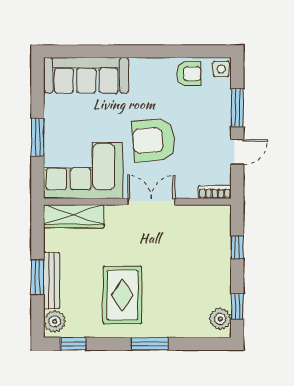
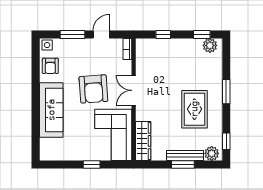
armchair: (189, 74) -> (50, 66), turned 180
sofa: (86, 75) -> (51, 110), moved
window: (38, 137) -> (92, 165), width x0.67
door: (237, 152) -> (101, 34), hinge flipped
rug: (122, 295) -> (194, 109), turned 90

